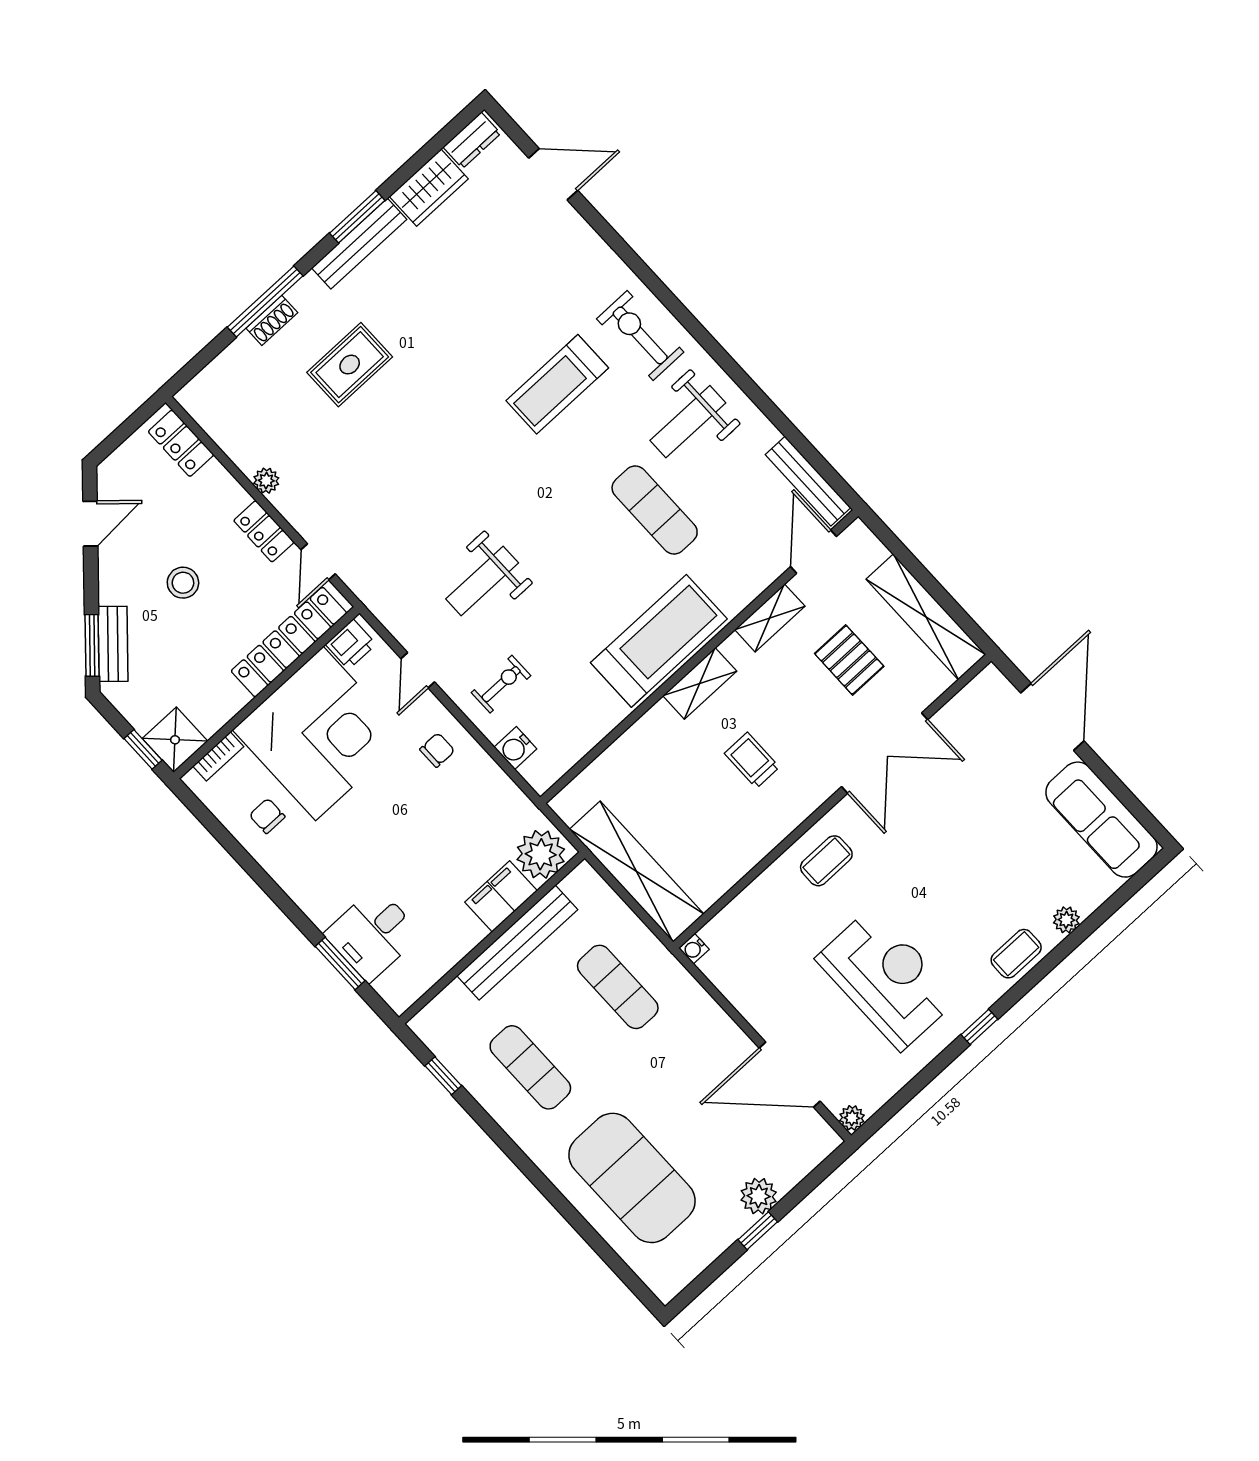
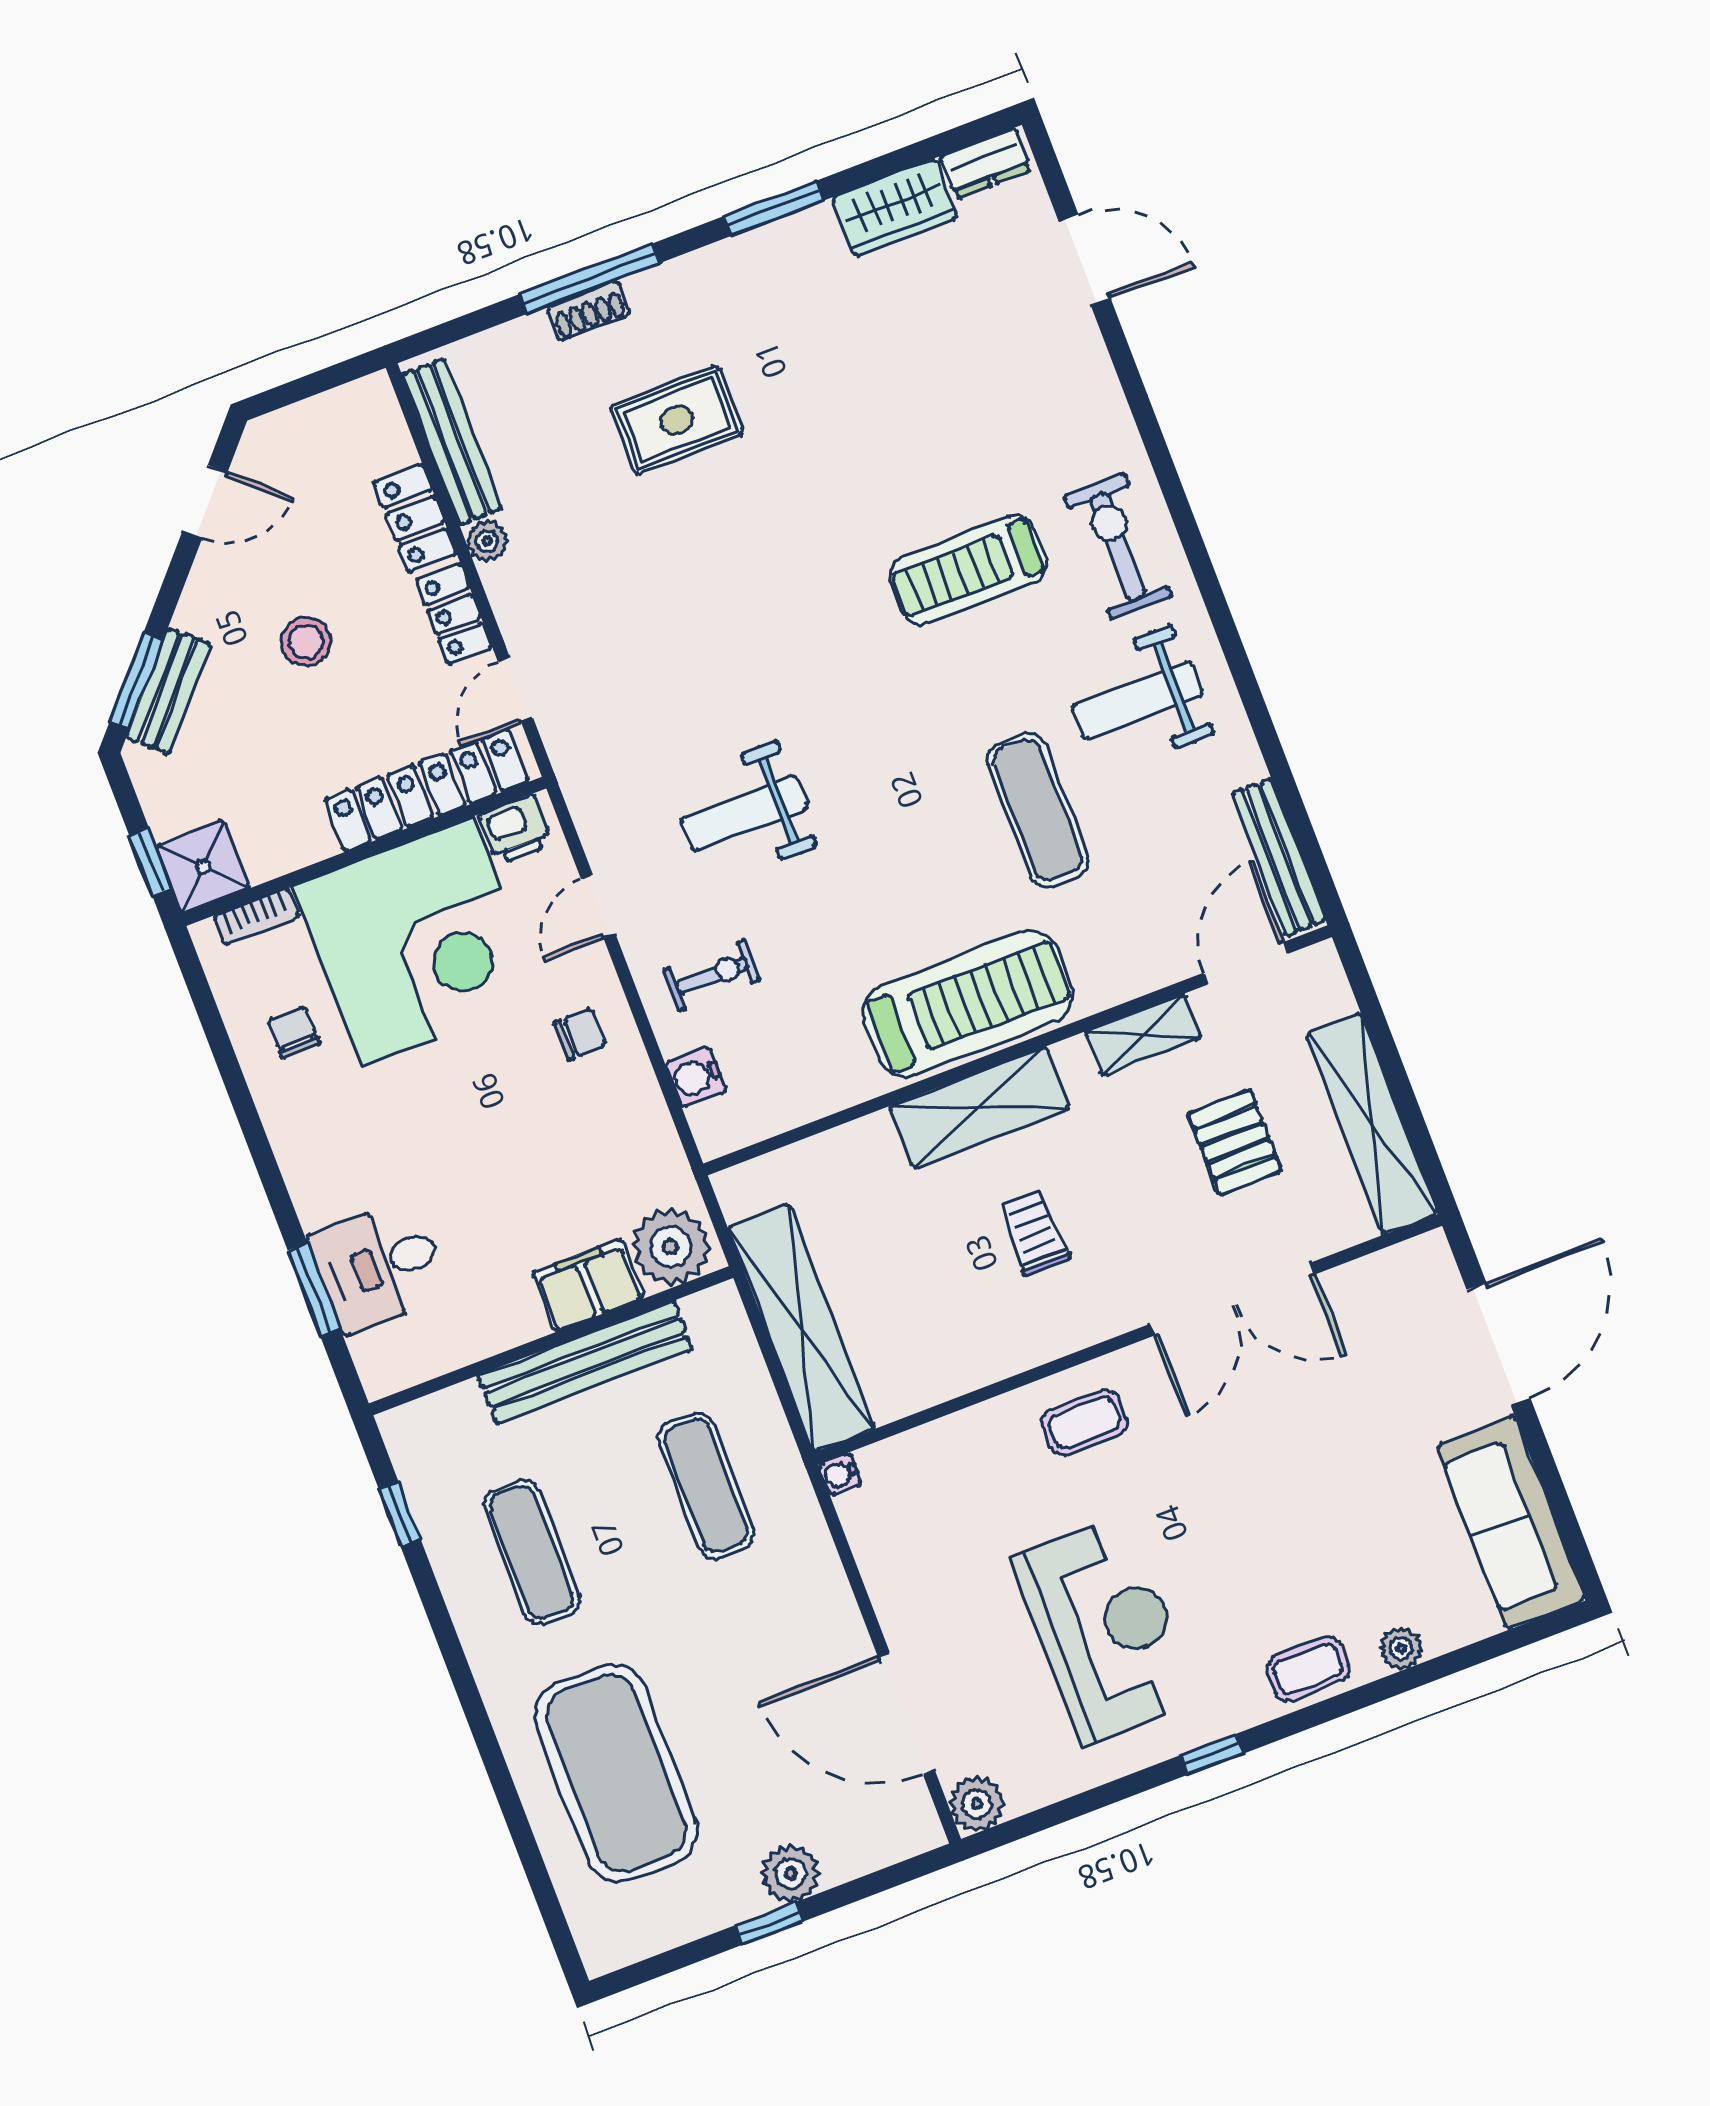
bench: (359, 244) -> (452, 442), moved, turned 90
locker: (181, 443) -> (415, 518), moved
shelving: (700, 683) -> (980, 1108), width x1.50, depth x1.33
plant: (852, 1118) -> (977, 1804), width x1.38, depth x1.38

